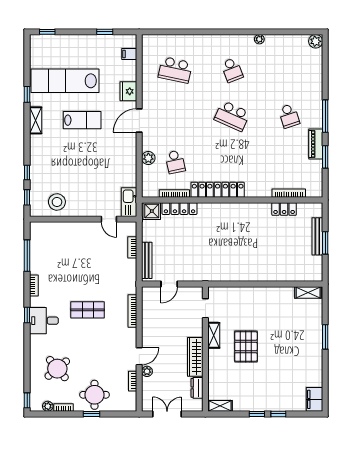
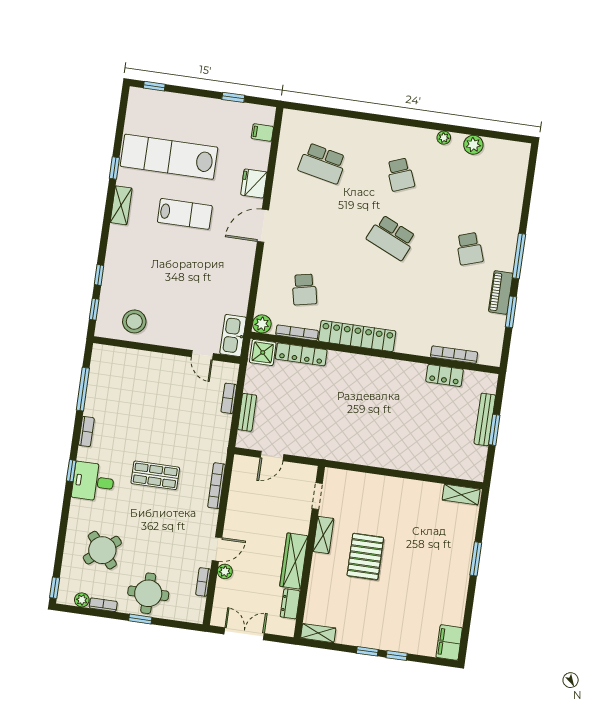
plant: (316, 41) -> (473, 145), moved
plant: (148, 158) -> (262, 324), moved
bench: (147, 260) -> (247, 412), width x0.73

